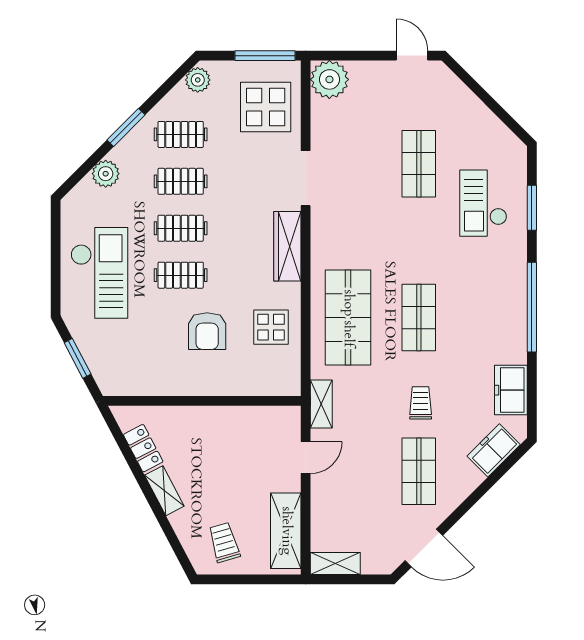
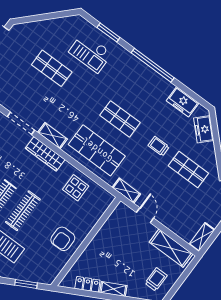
shelving: (322, 237) -> (52, 136), added
clothes rail: (181, 275) -> (23, 211), width x1.36
armchair: (207, 331) -> (63, 239), moved, turned 90
trolley: (224, 542) -> (156, 279), turned 106

